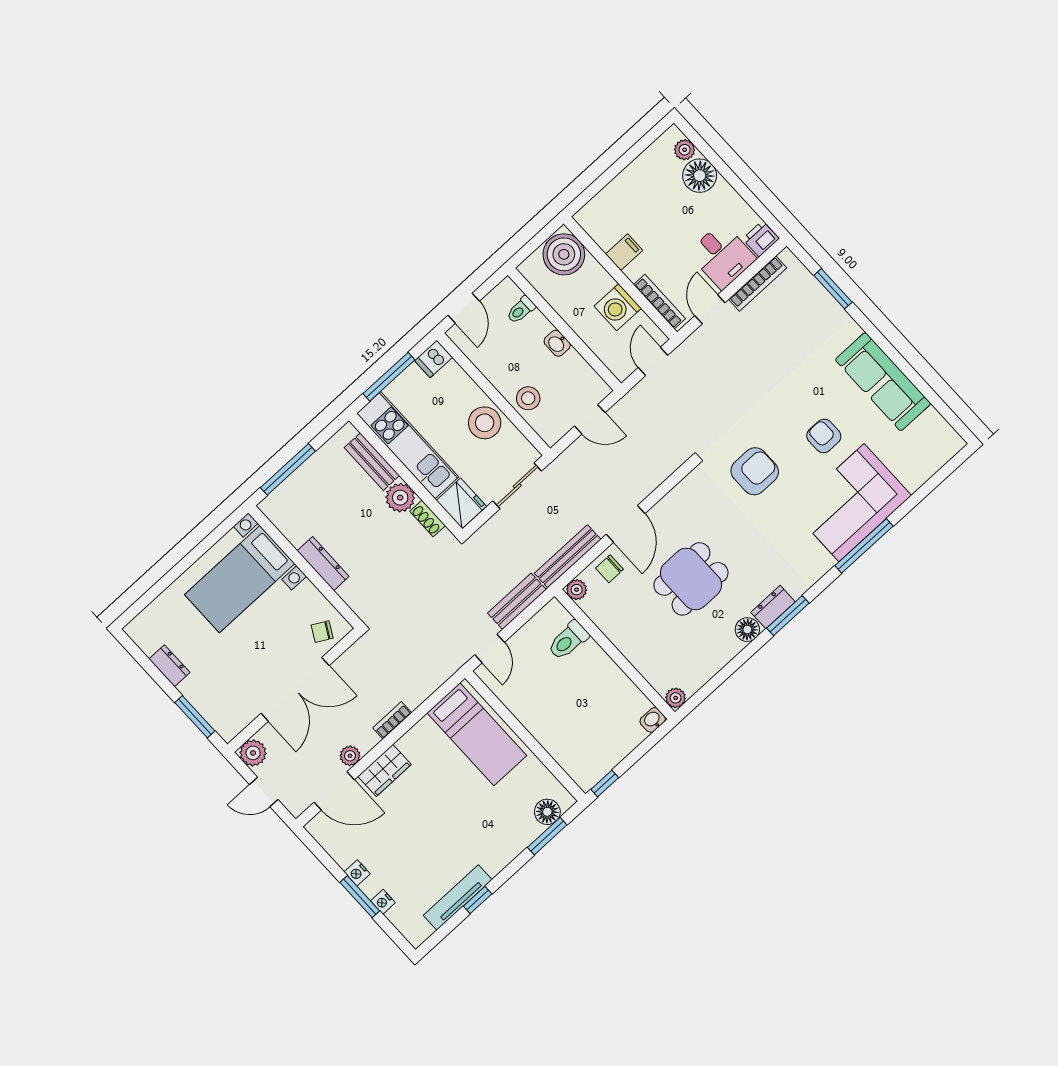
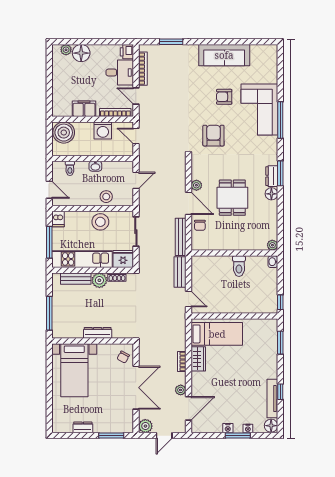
filing cabinet: (624, 252) -> (84, 109), width x2.00
plant: (577, 590) -> (196, 185), moved
toilet: (568, 640) -> (239, 266), moved
wardrobe: (385, 770) -> (198, 359), moved
floor lamp: (547, 812) -> (271, 426), moved

